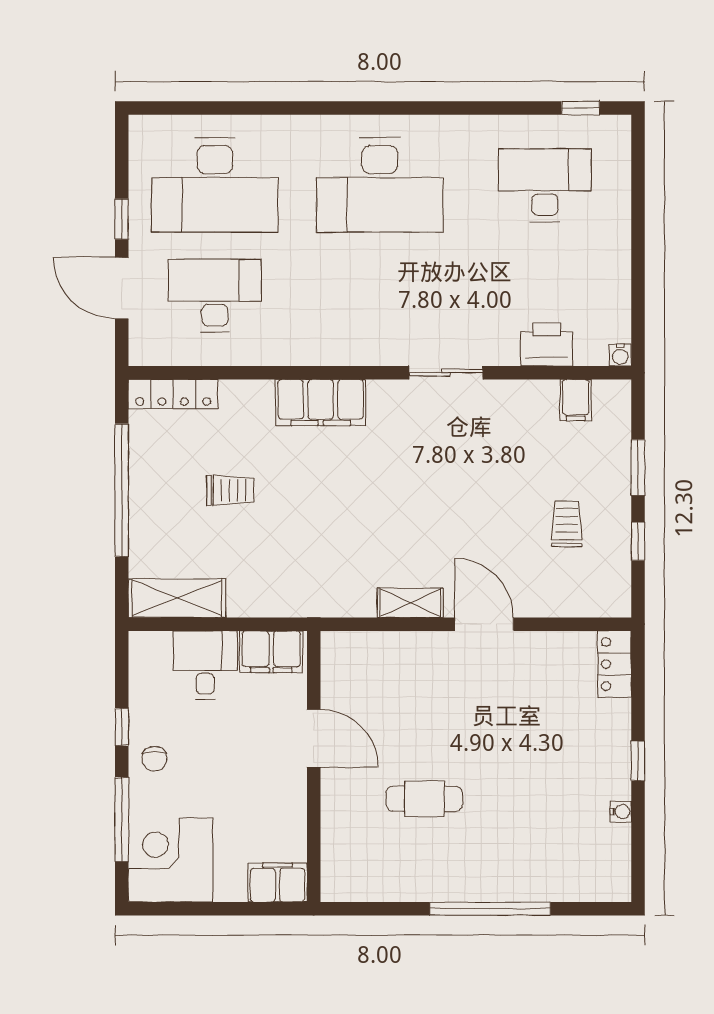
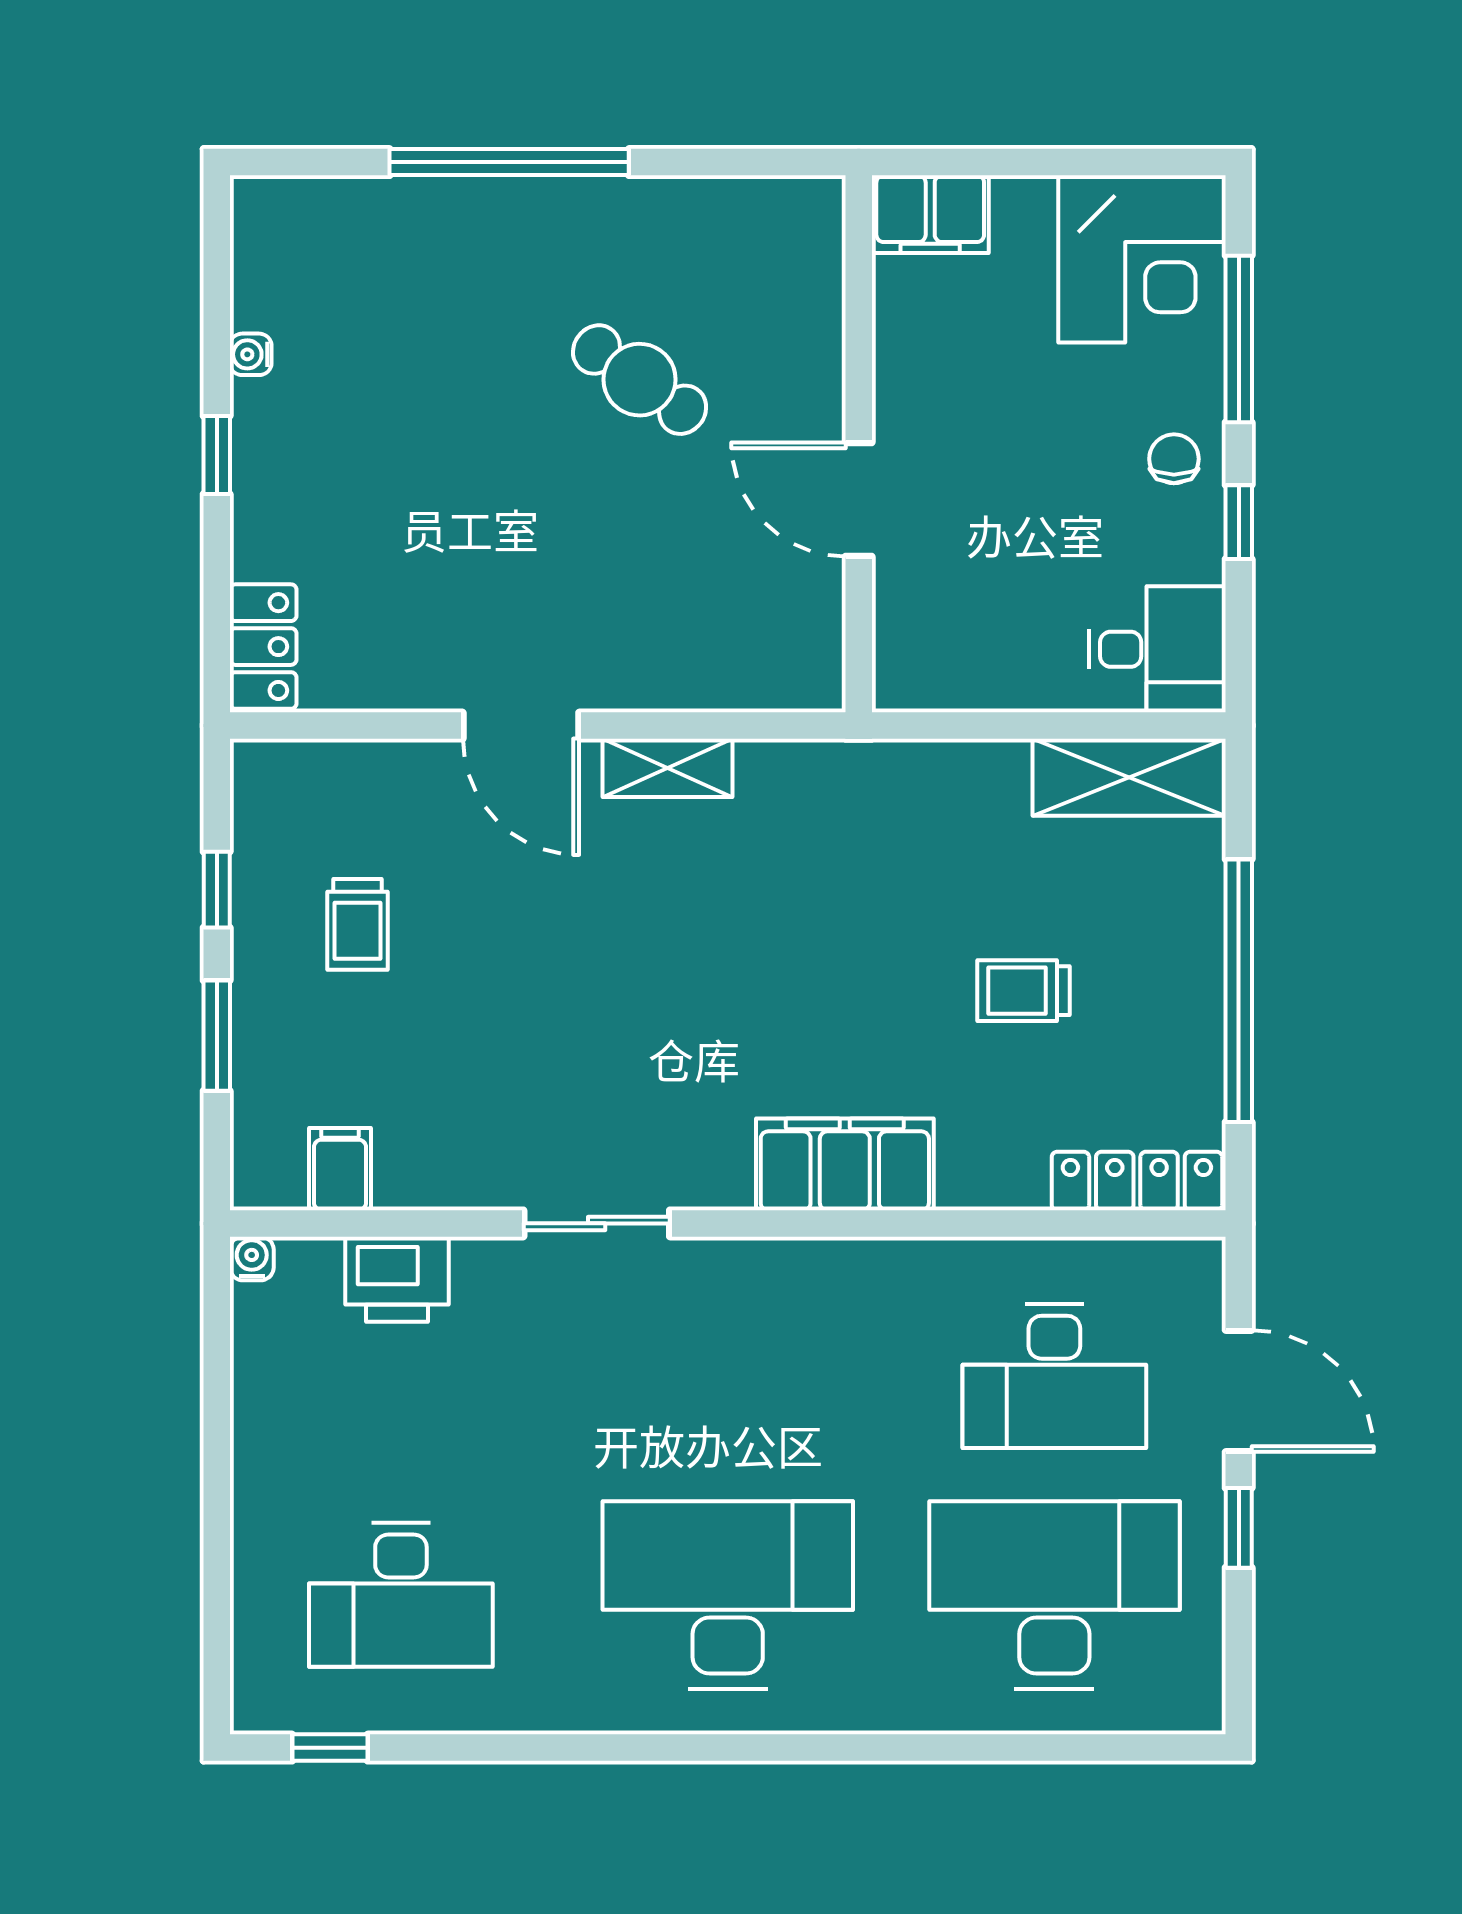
filing cabinet: (271, 652) -> (943, 671), removed
desk: (205, 665) -> (1157, 649), moved, turned -90
cafe table: (424, 799) -> (640, 380), turned 35

